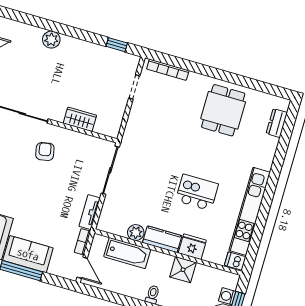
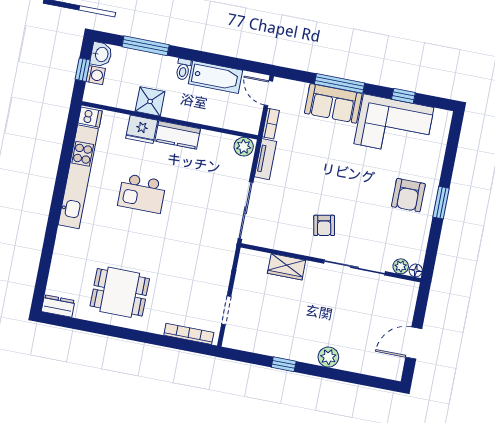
window: (117, 45) -> (284, 364), moved
dining table: (223, 110) -> (120, 292), turned 90
dresser: (277, 123) -> (58, 306), moved, turned -90
plant: (136, 233) -> (244, 147), moved
bathtub: (127, 253) -> (215, 77), moved, turned 180

